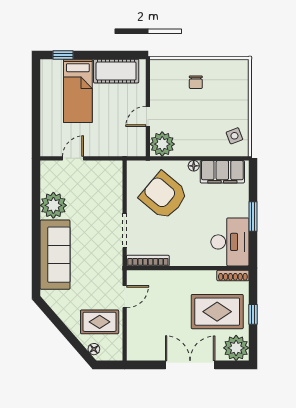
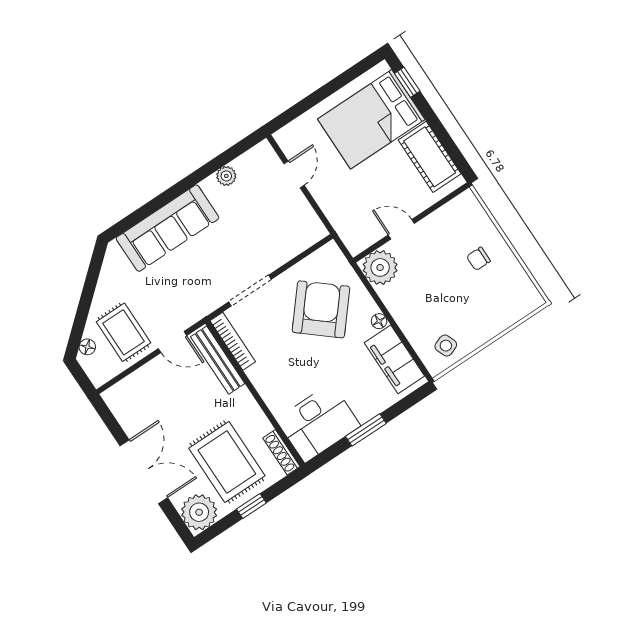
bed: (78, 91) -> (371, 119), width x1.50
door: (73, 158) -> (294, 174), hinge flipped
plant: (53, 205) -> (226, 176), width x0.53, depth x0.53
bench: (153, 277) -> (218, 360), added

